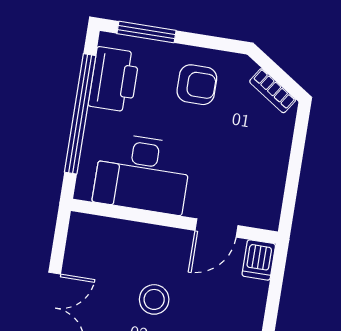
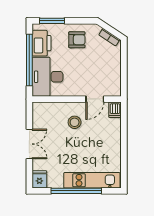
desk: (142, 174) -> (47, 77), moved, turned 90
stool: (154, 299) -> (75, 122), moved

